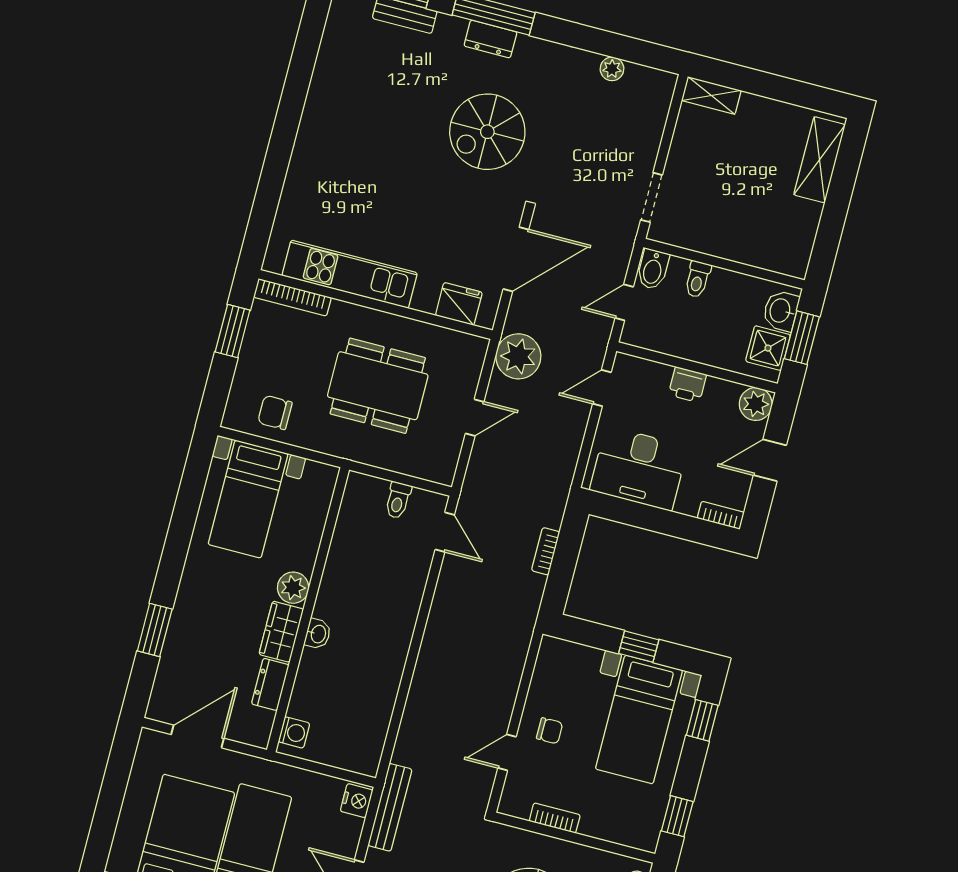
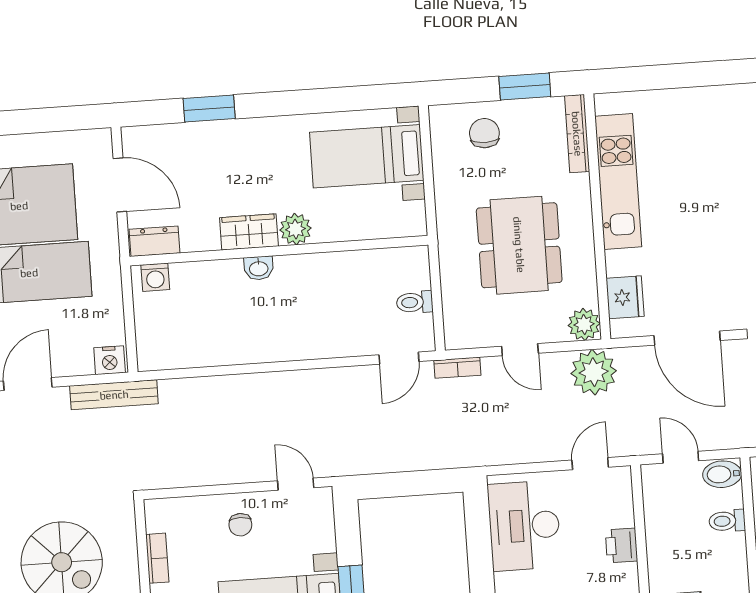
plant: (471, 350) -> (584, 324), added
door: (602, 388) -> (590, 464), hinge flipped
chair: (275, 412) -> (484, 133), moved
bookcase: (546, 551) -> (457, 368), moved, turned 180
dresser: (270, 684) -> (155, 241), moved
door: (507, 752) -> (296, 484), moved

